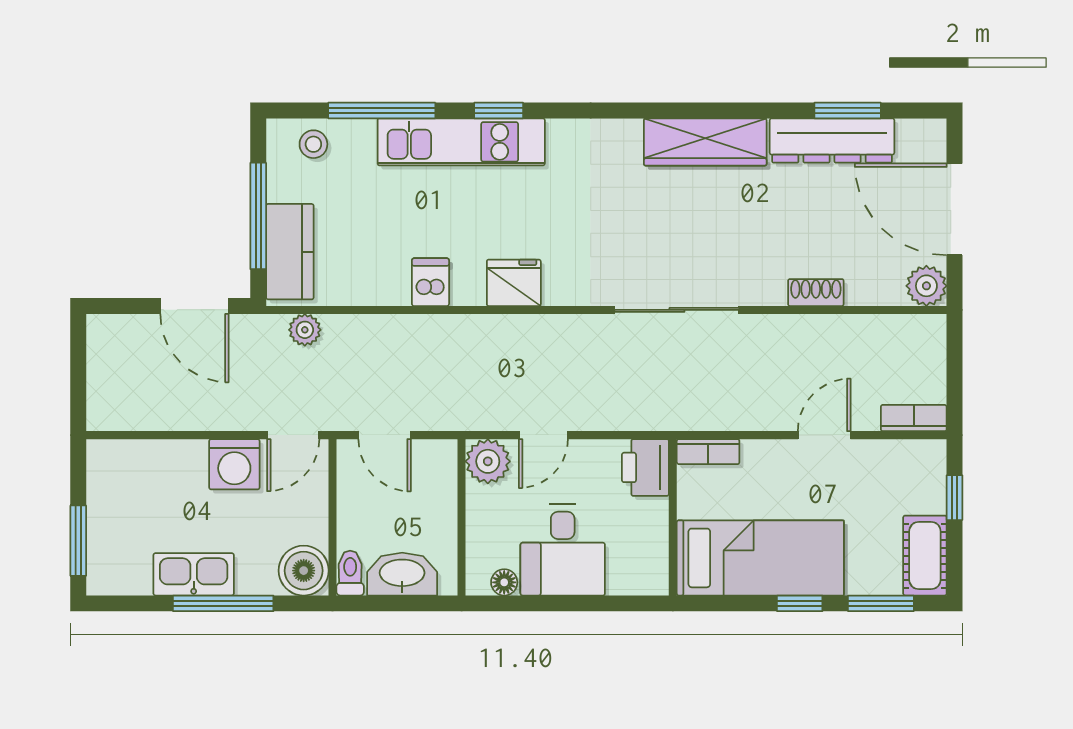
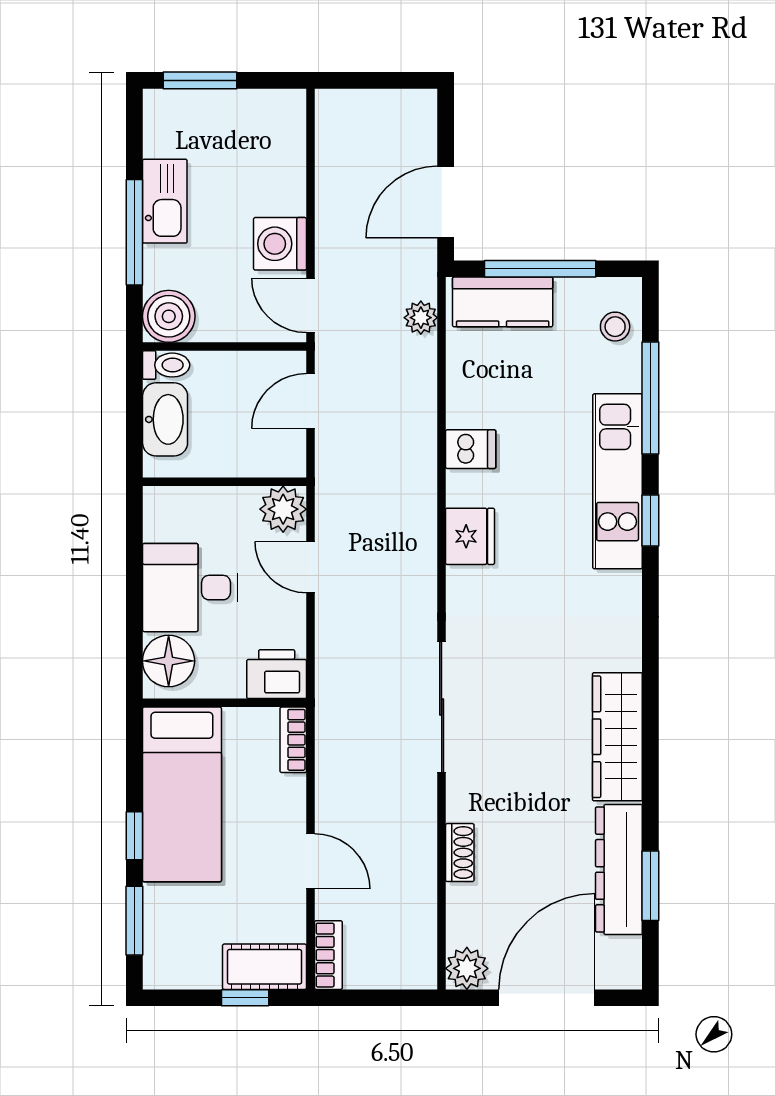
cot: (925, 556) -> (265, 967), moved
floor lamp: (504, 582) -> (169, 661), moved, width x1.89, depth x1.89

